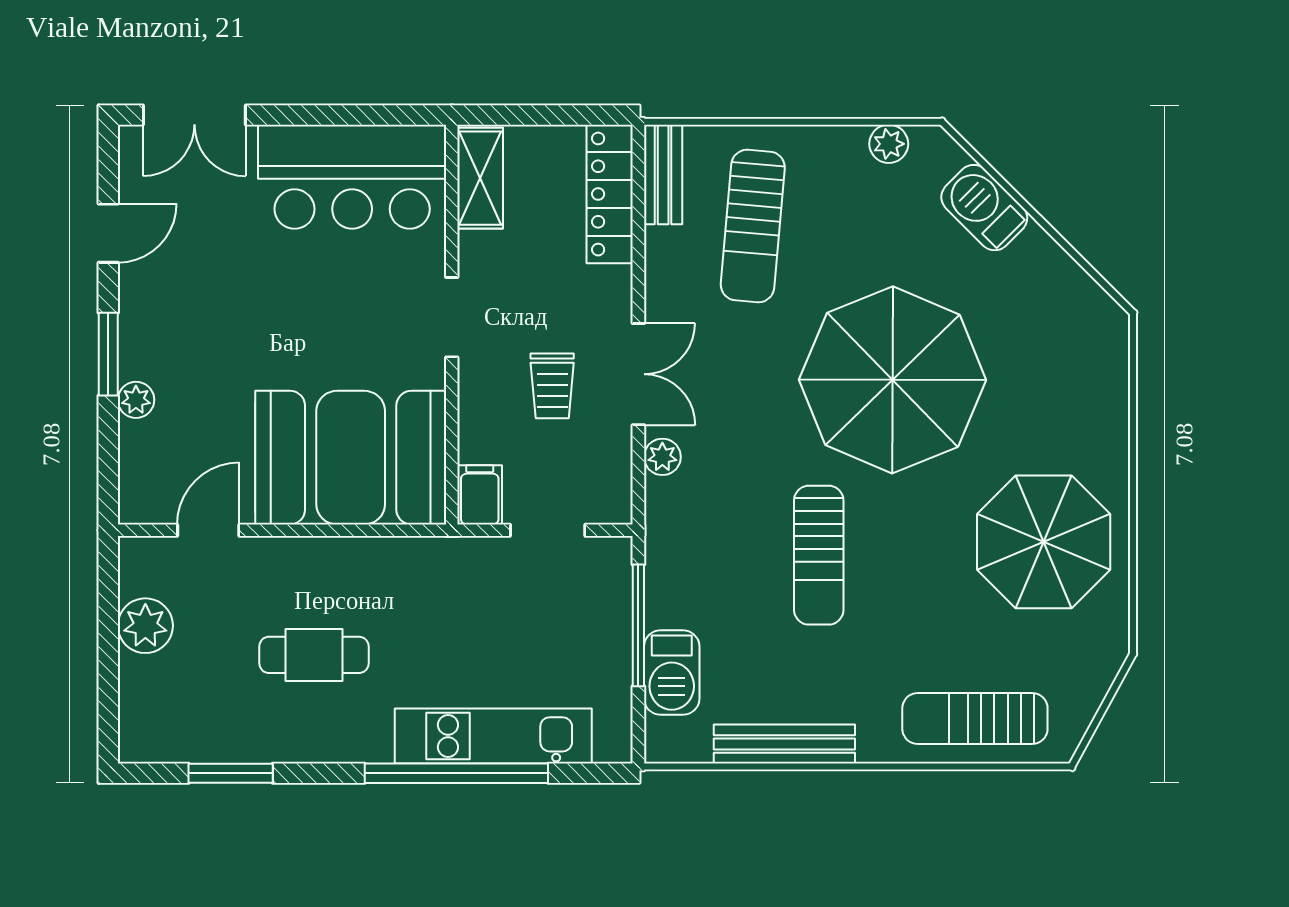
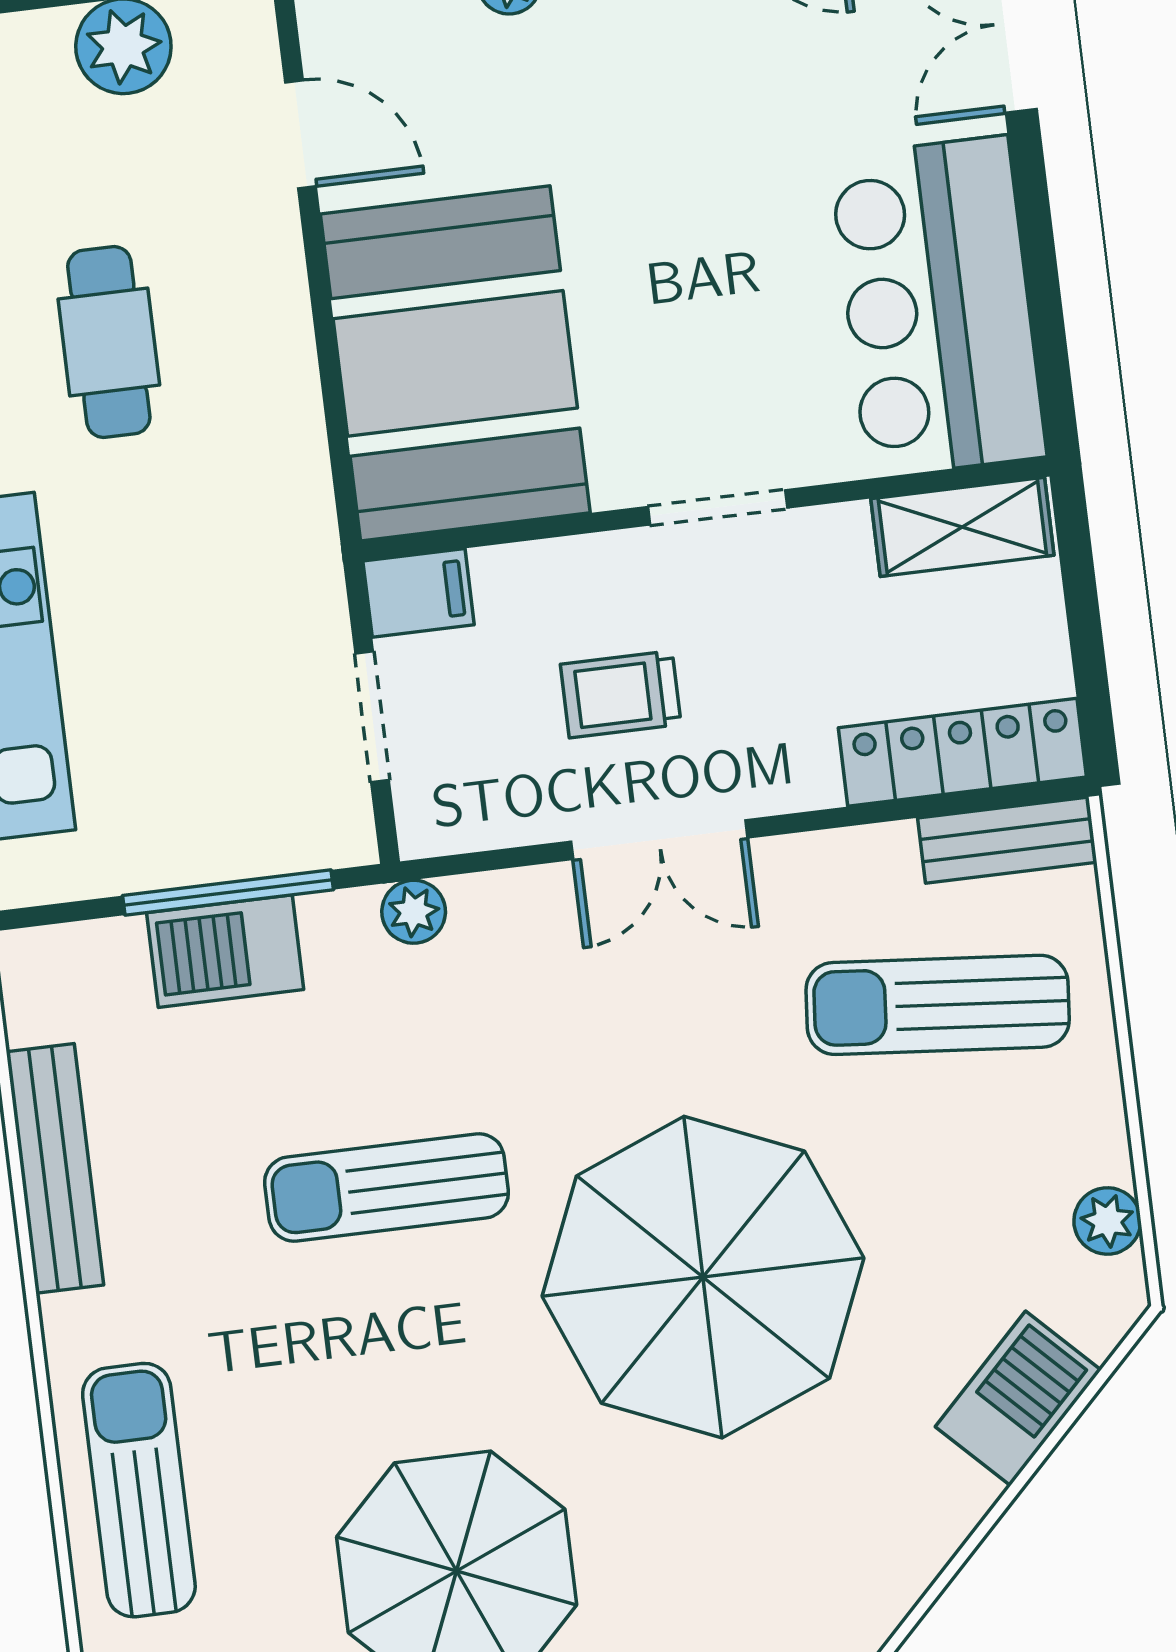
plant: (662, 457) -> (414, 912), moved
barbecue: (672, 673) -> (225, 951), moved

